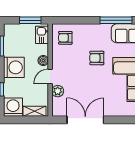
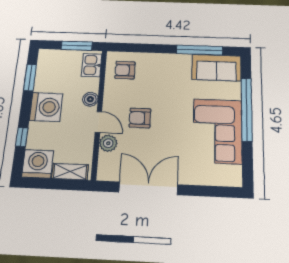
armchair: (97, 58) -> (140, 118), moved
door: (50, 76) -> (98, 122), swing flipped

